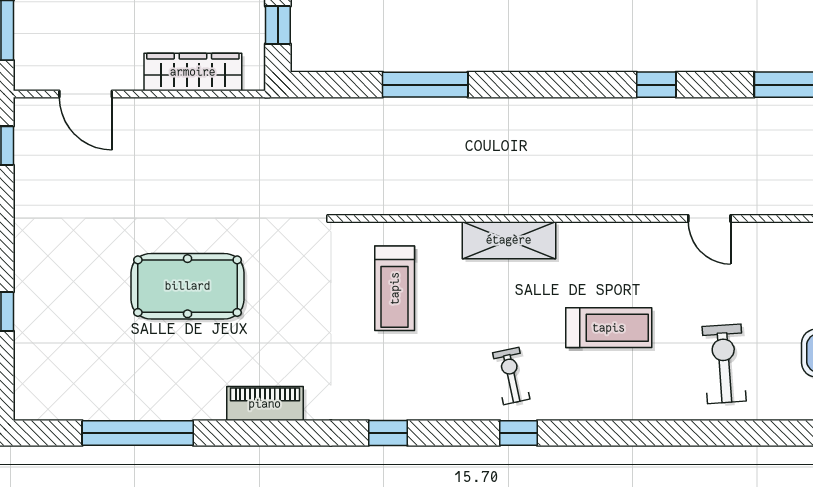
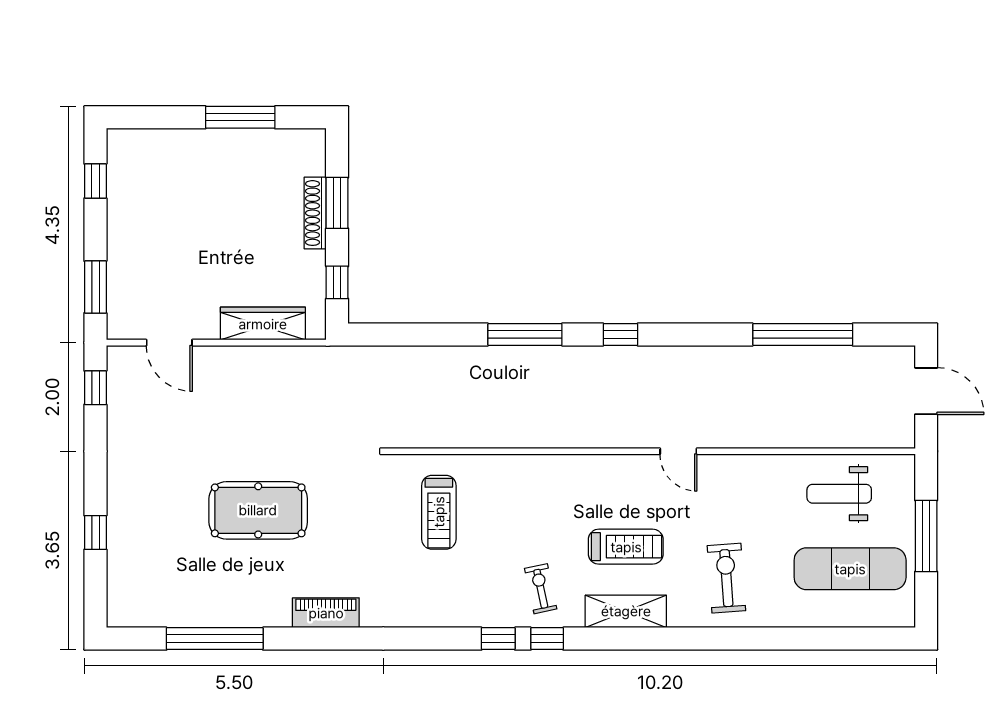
window: (425, 85) -> (525, 335), moved
window: (656, 85) -> (620, 335), moved
door: (709, 218) -> (678, 451), moved
shelving: (509, 240) -> (626, 611), moved
window: (388, 433) -> (498, 639), moved

